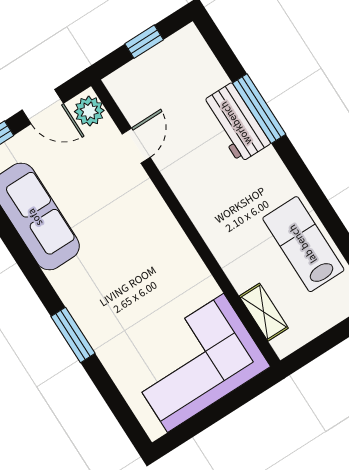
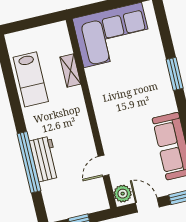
window: (259, 109) -> (29, 162), width x1.46
shelving: (264, 312) -> (70, 70), moved

